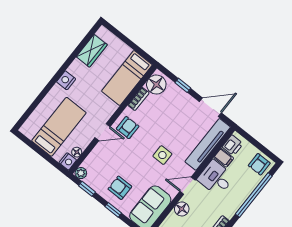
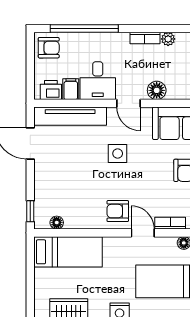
floor lamp: (156, 85) -> (57, 223), width x0.53, depth x0.53
window: (183, 85) -> (30, 211), moved
bookcase: (138, 99) -> (170, 223), moved

